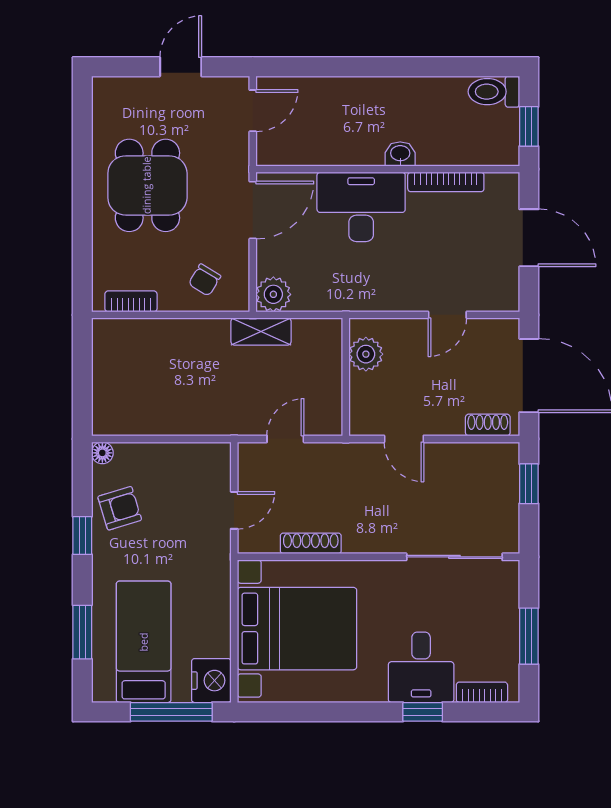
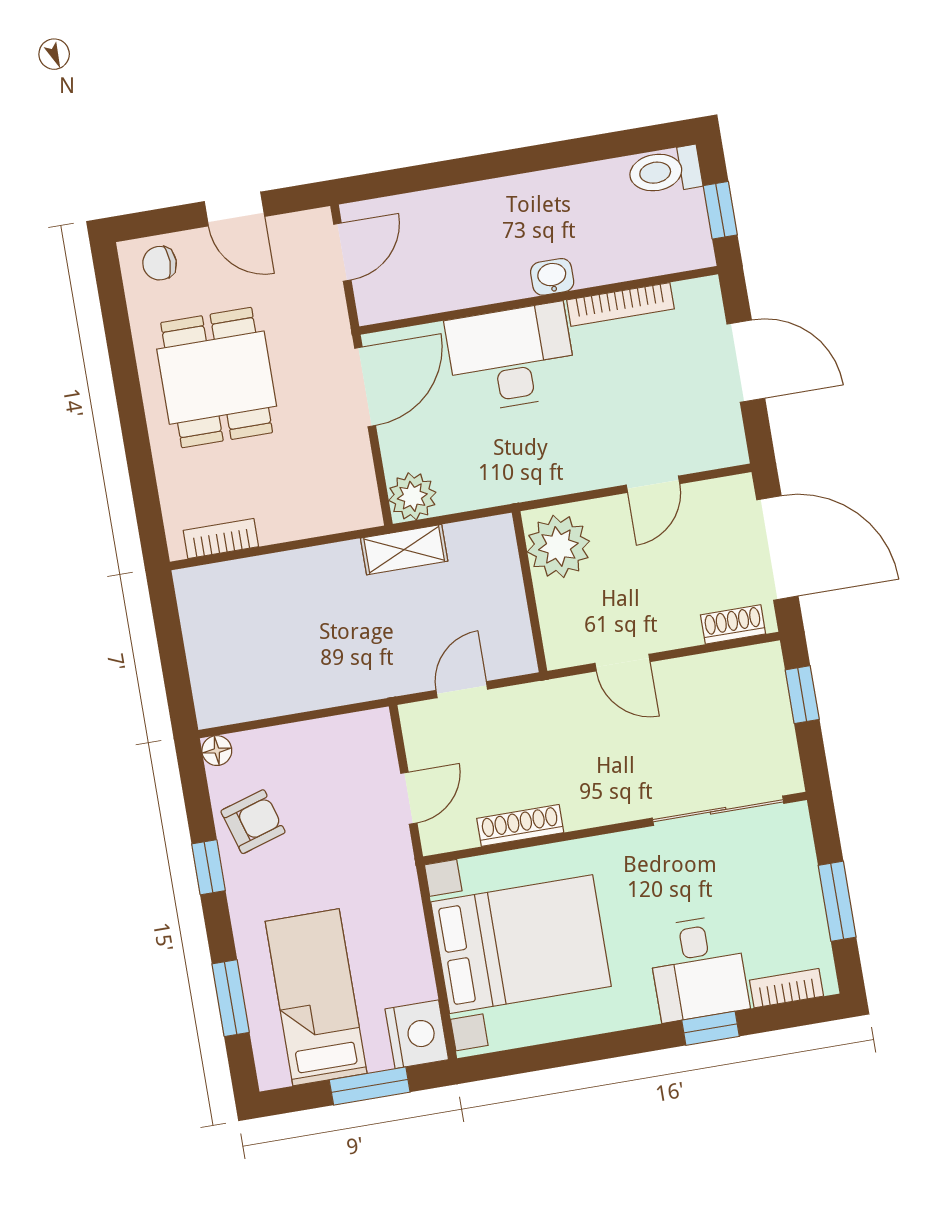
door: (181, 67) -> (234, 209), swing flipped
chair: (205, 280) -> (160, 263), moved, turned 59
plant: (366, 354) -> (558, 546), width x1.36, depth x1.36
window: (171, 712) -> (370, 1086), width x0.69

